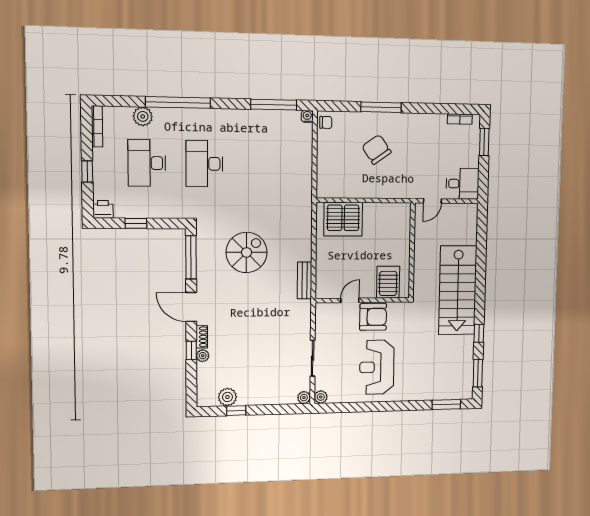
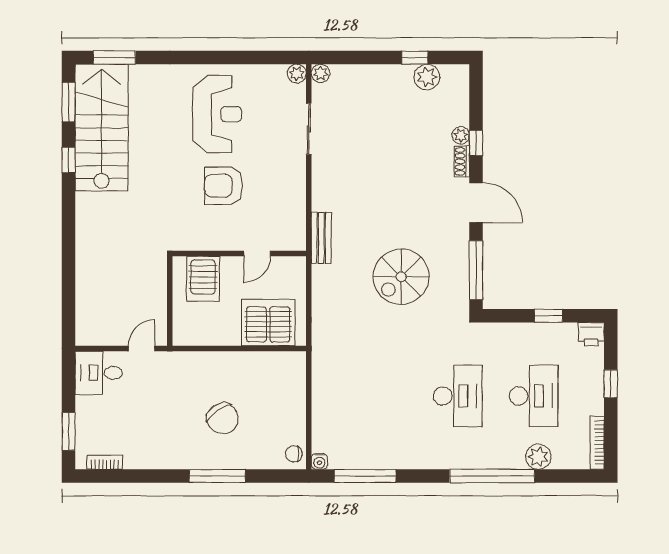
server rack: (388, 282) -> (203, 279), moved
stairs: (458, 290) -> (102, 128), moved
door: (350, 300) -> (257, 254), moved
wall: (362, 300) -> (239, 254), moved

